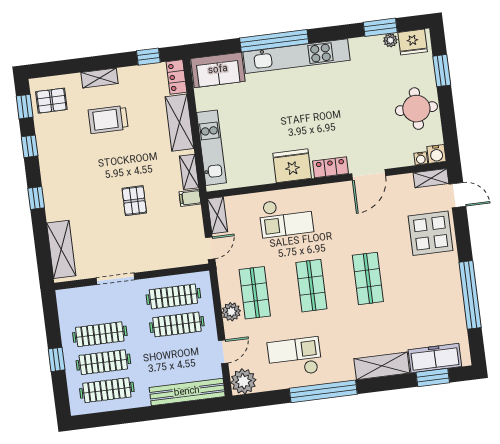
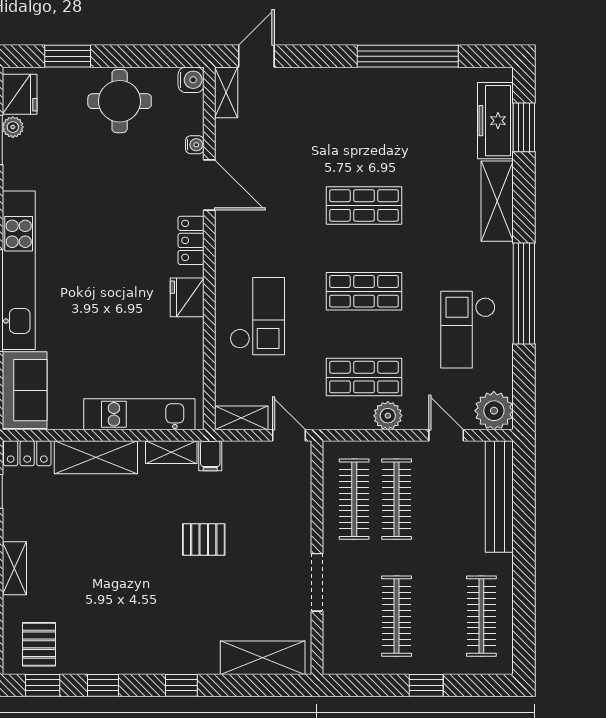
trolley: (108, 119) -> (78, 563), removed
water cooler: (421, 158) -> (195, 145), moved
fridge: (292, 166) -> (187, 297), width x0.73, depth x0.75
display table: (431, 233) -> (308, 104), removed
clothes rail: (103, 362) -> (439, 616), removed

